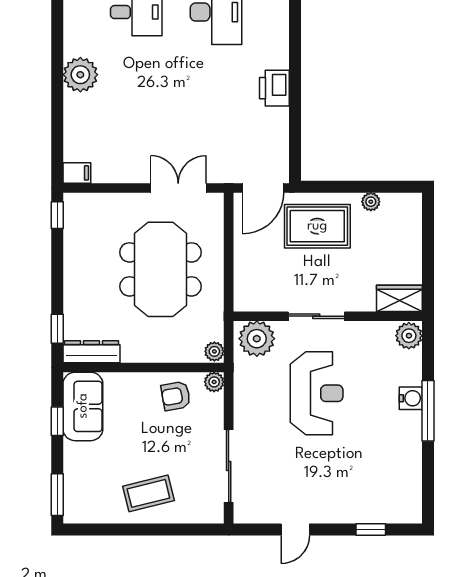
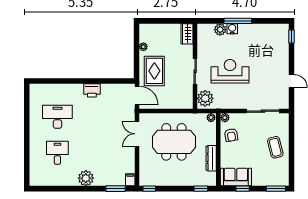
window: (57, 141) -> (116, 189), added
plant: (409, 336) -> (220, 30), moved
dresser: (92, 352) -> (211, 158), moved
window: (371, 530) -> (292, 37), moved

